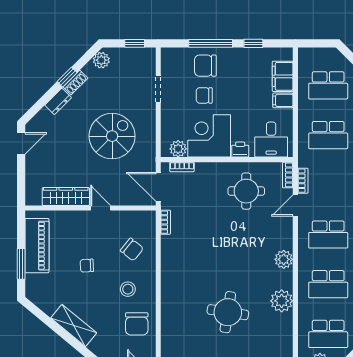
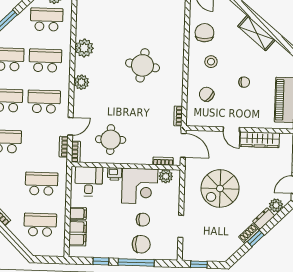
plant: (101, 60) -> (276, 205), moved
round table: (228, 312) -> (143, 65), moved

